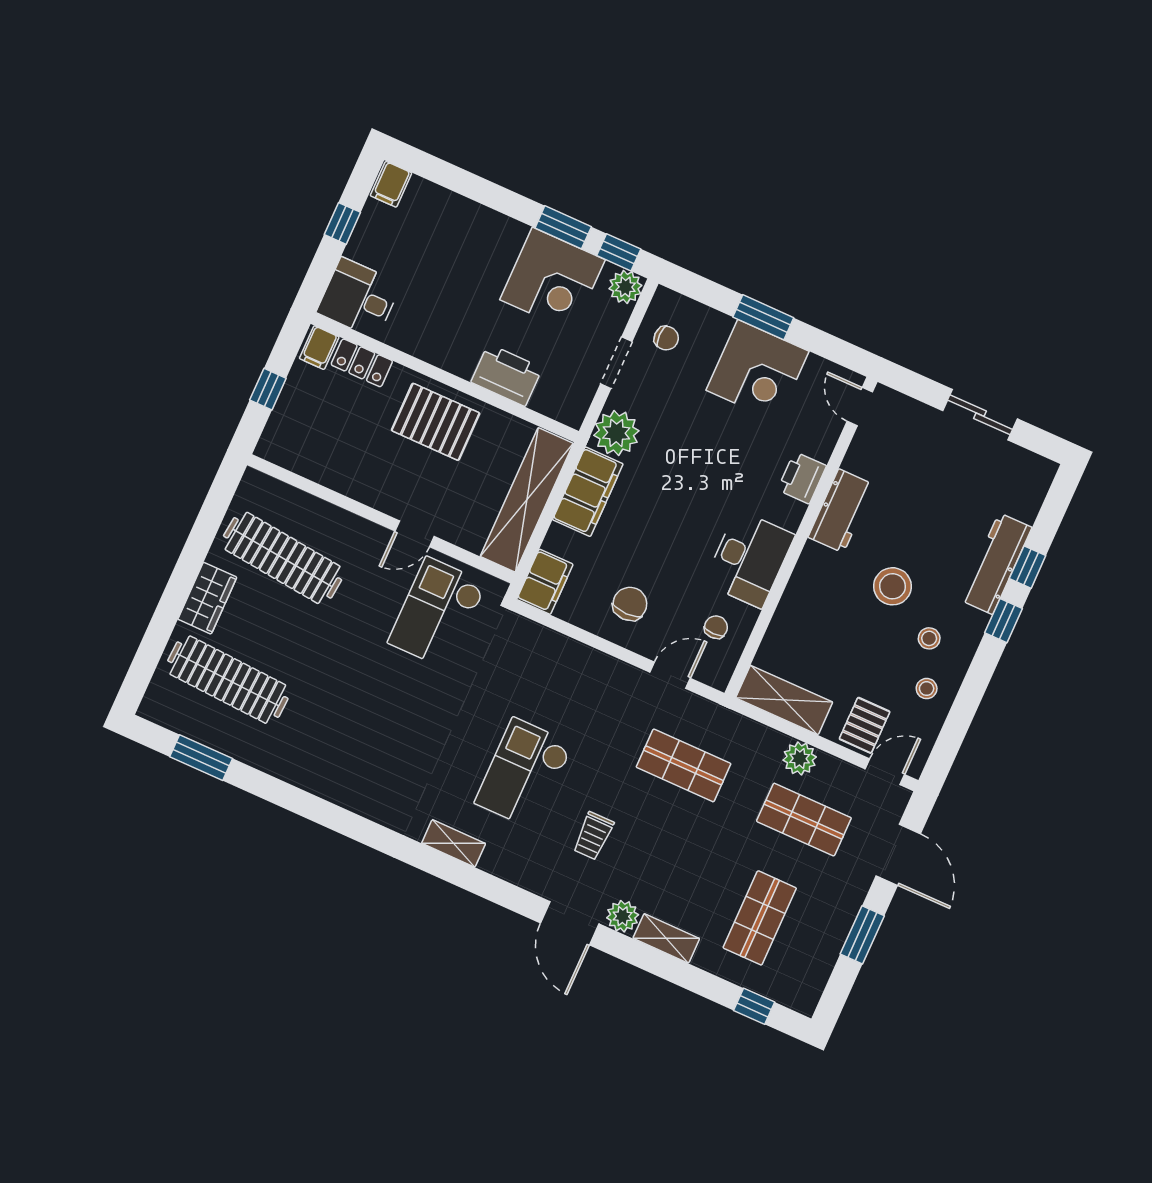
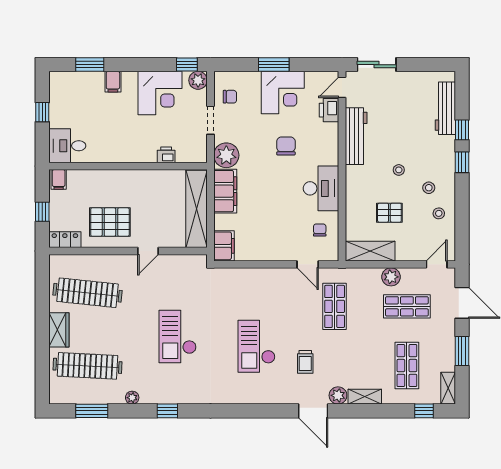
filing cabinet: (391, 184) -> (113, 82), moved
window: (563, 227) -> (90, 65), moved
locker: (362, 363) -> (65, 240), moved, turned 180
printer: (507, 375) -> (166, 155), width x0.53, depth x0.68
door: (860, 407) -> (342, 87), hinge flipped
sliding door: (980, 415) -> (377, 65), moved
pallet: (436, 422) -> (110, 222), moved
printer: (802, 478) -> (329, 110), moved
workbench: (841, 511) -> (356, 136), width x1.38
workbench: (996, 564) -> (445, 108), moved
stool: (893, 586) -> (399, 170), width x0.53, depth x0.53
chair: (630, 604) -> (286, 146), moved
checkout: (437, 613) -> (178, 336), moved
door: (670, 675) -> (308, 264), swing flipped
pallet: (865, 725) -> (389, 213), moved, turned 90
shop shelf: (684, 765) -> (335, 306), turned 90
plant: (278, 766) -> (132, 398), added
window: (327, 814) -> (167, 411), added
shelving: (454, 843) -> (448, 388), moved, turned 90

